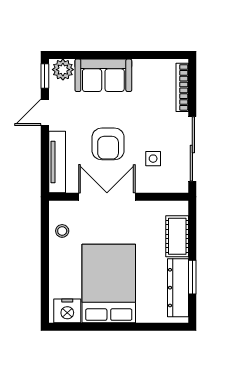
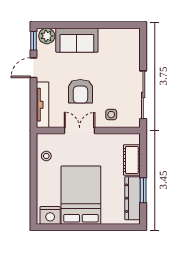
bookcase: (182, 87) -> (136, 49), removed
side table: (153, 159) -> (111, 115), moved
double door: (107, 197) -> (80, 131), width x0.73

